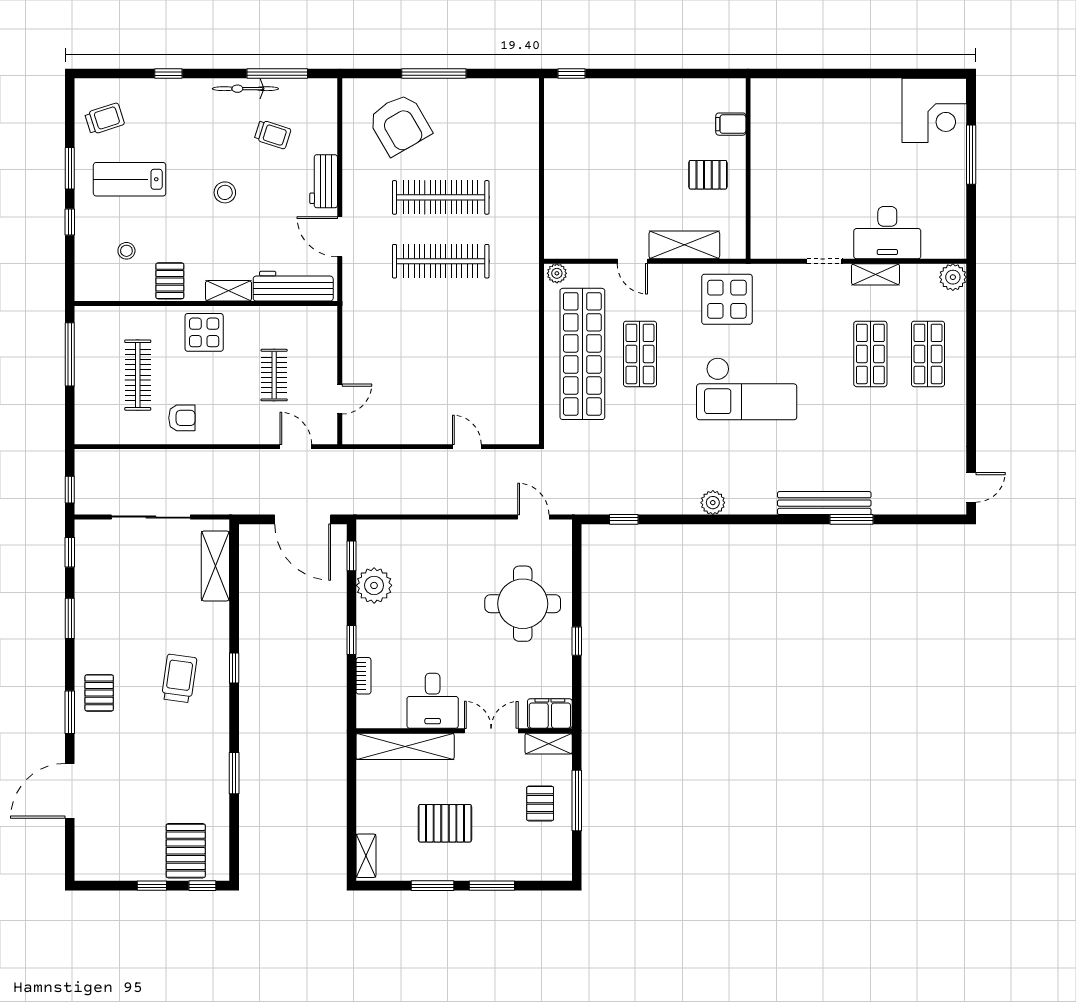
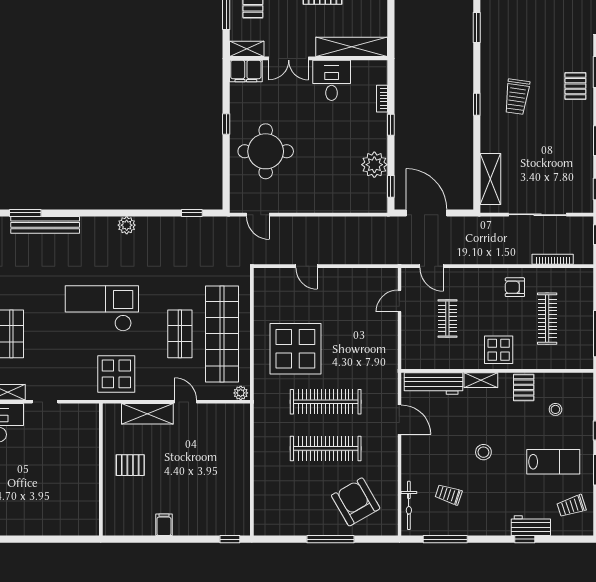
bicycle: (245, 89) -> (409, 505), moved, turned 90
filing cabinet: (731, 124) -> (164, 525), moved, turned -90
workbench: (324, 181) -> (531, 526), moved, turned -90
display table: (482, 334) -> (295, 349), added
bookcase: (130, 456) -> (553, 259), added

